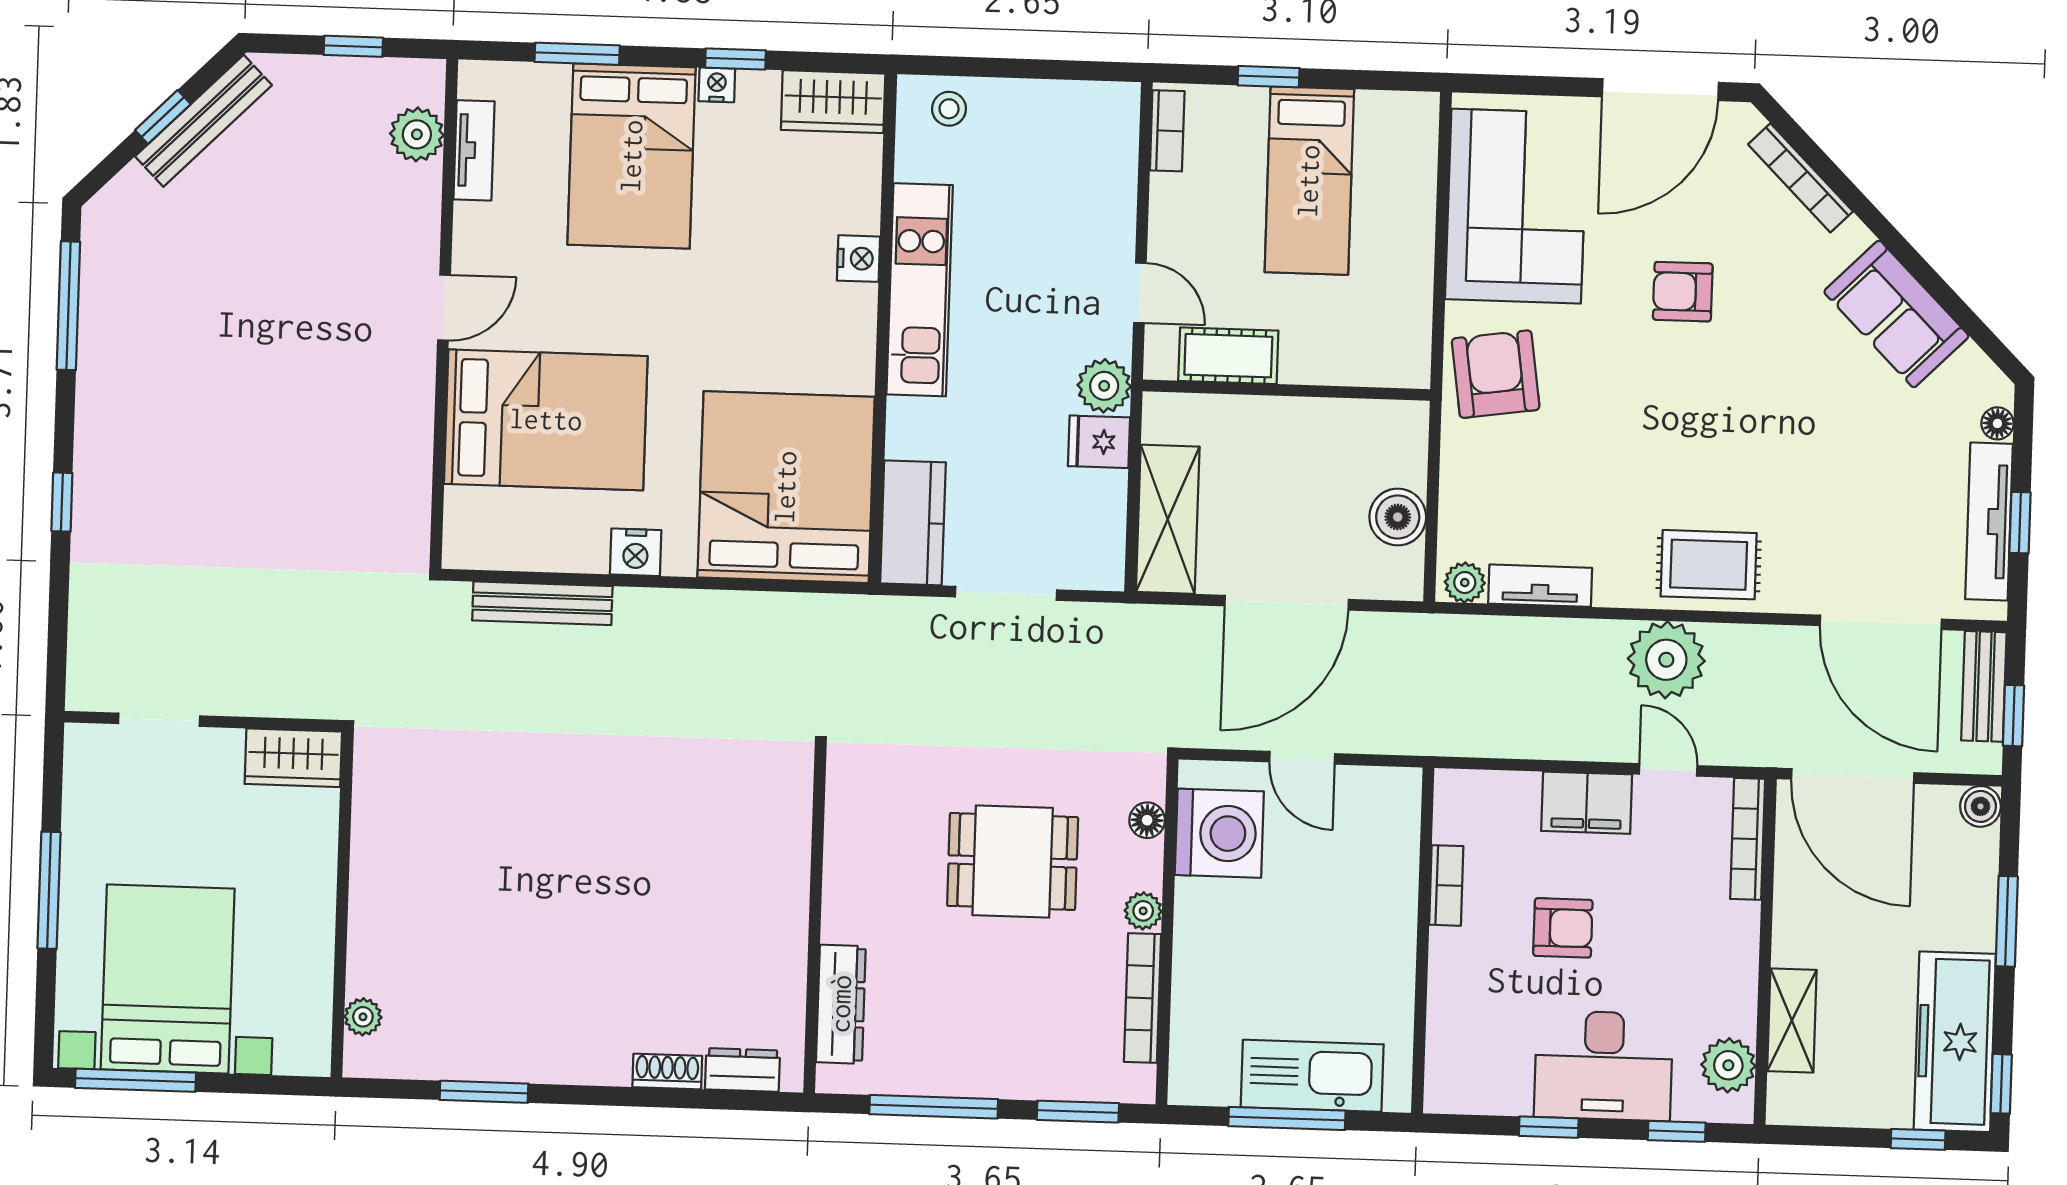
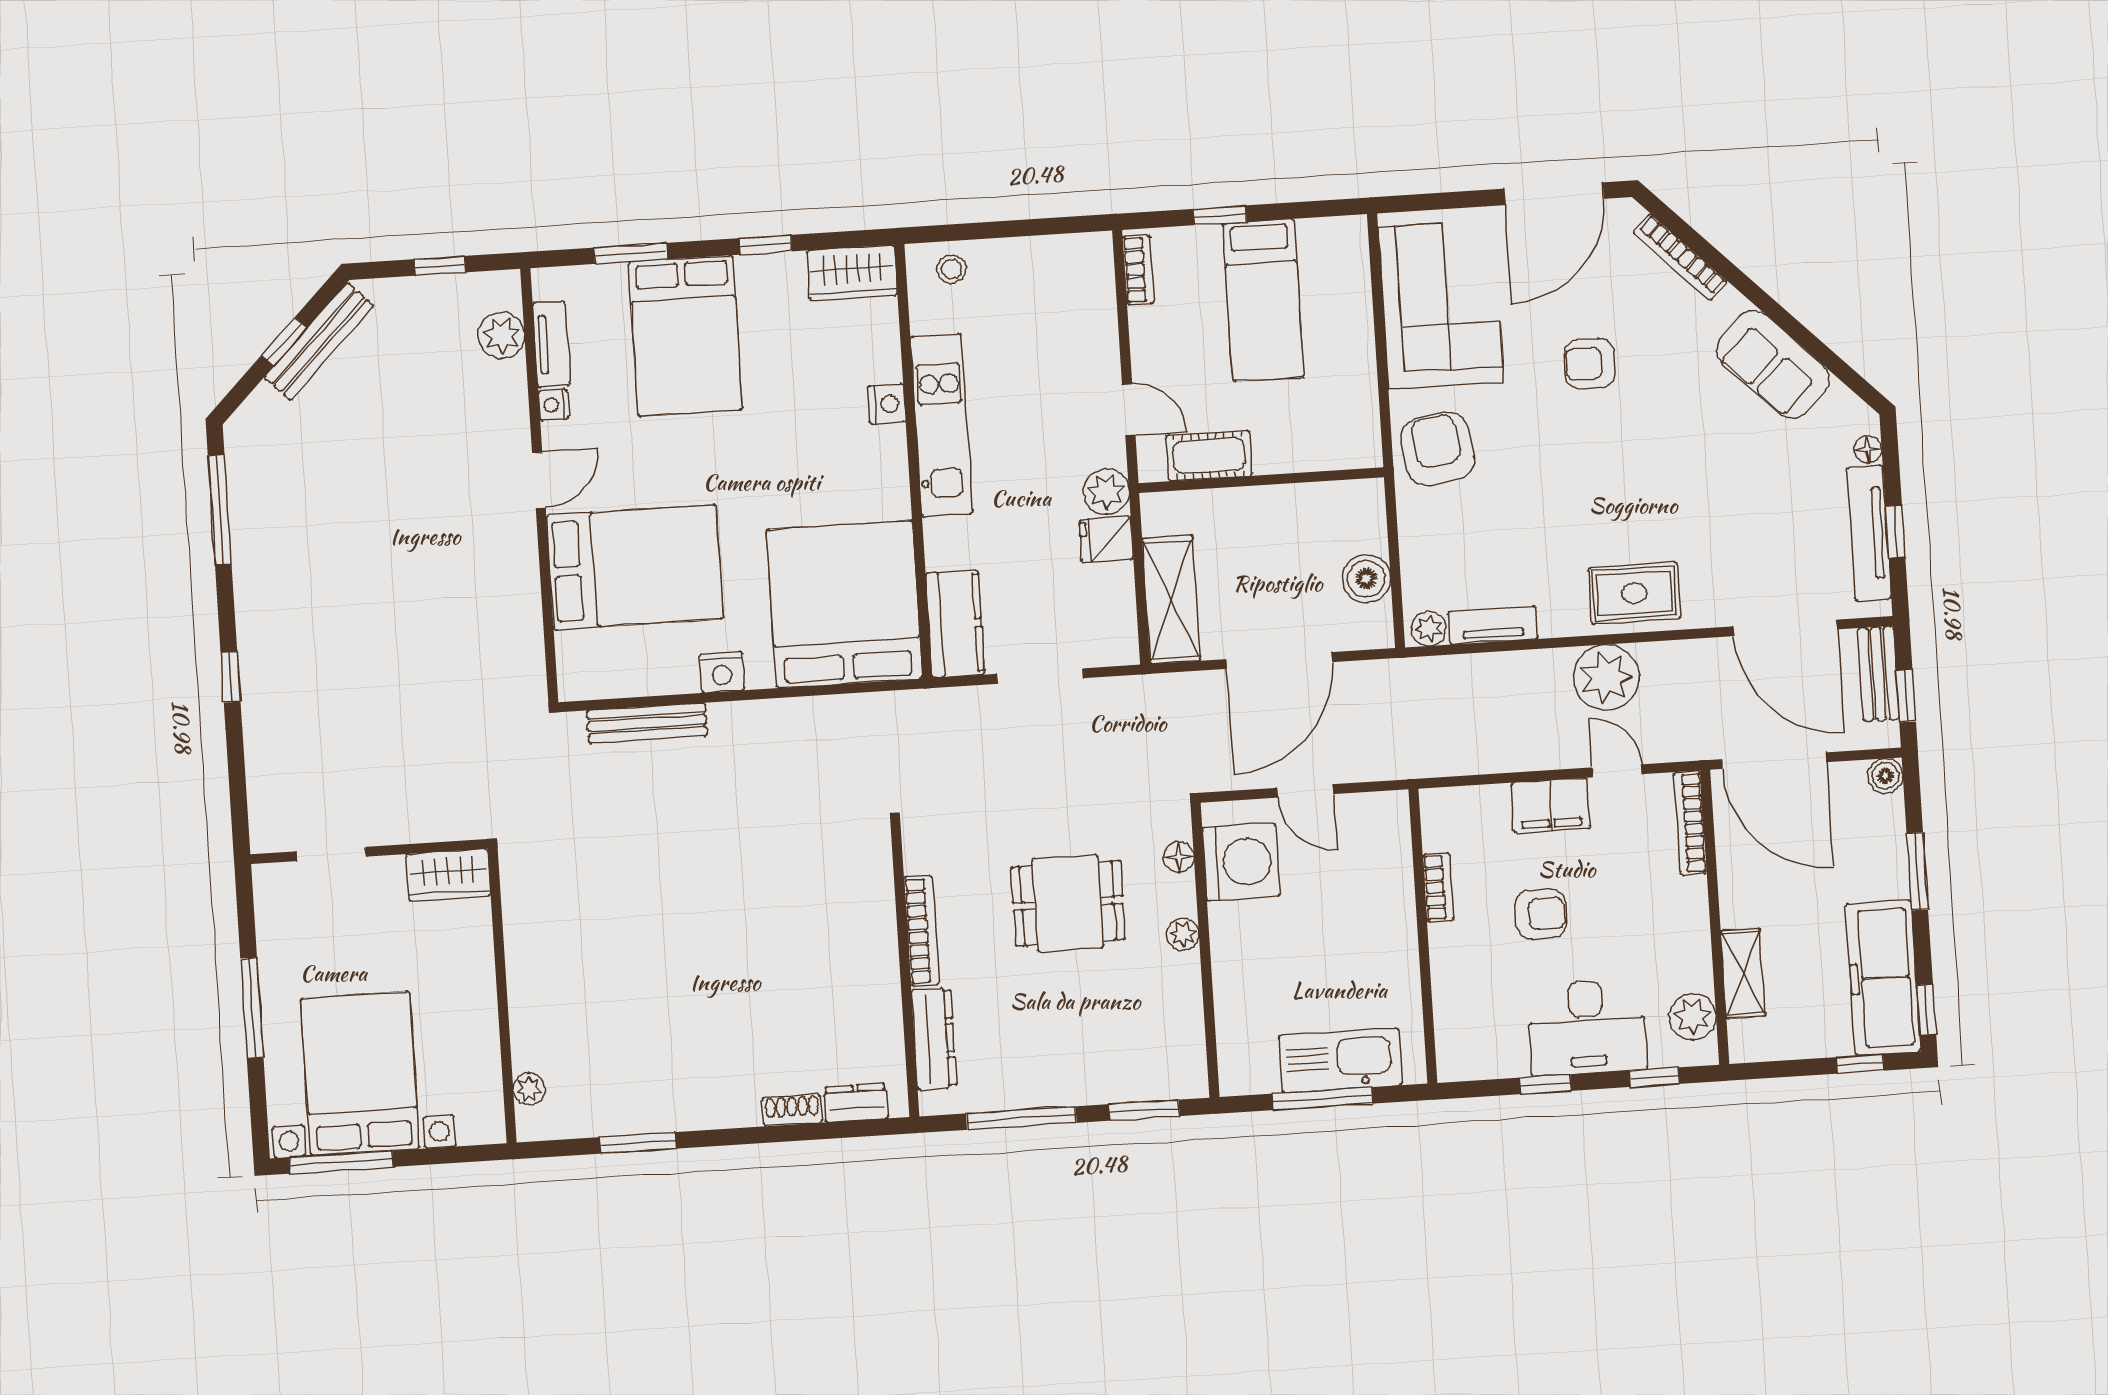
nightstand: (717, 85) -> (553, 405), moved, turned -90
bookcase: (1143, 998) -> (921, 931), moved, turned 180

